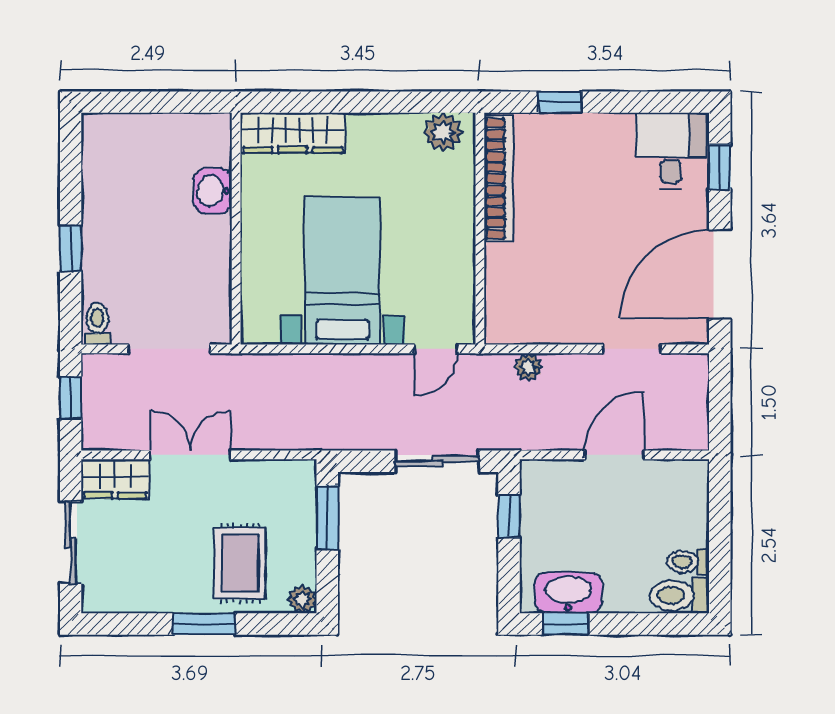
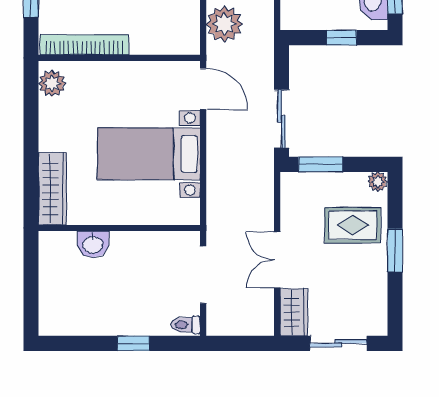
door: (436, 349) -> (203, 89), width x1.38
plant: (529, 367) -> (224, 24), width x1.88, depth x1.88
window: (71, 397) -> (237, 343), removed
sliding door: (437, 461) -> (282, 119), moved
window: (509, 516) -> (342, 38), moved

